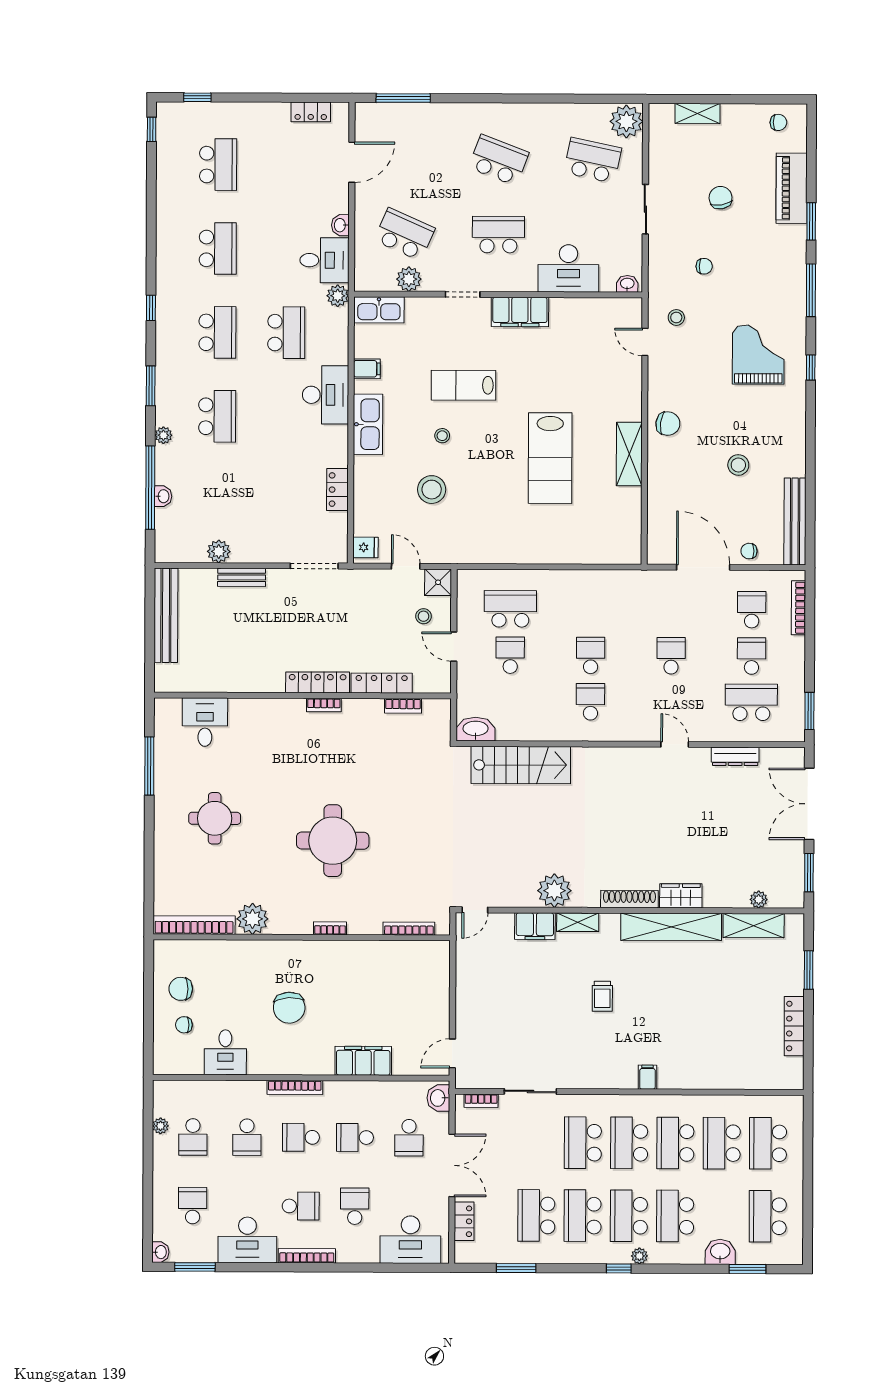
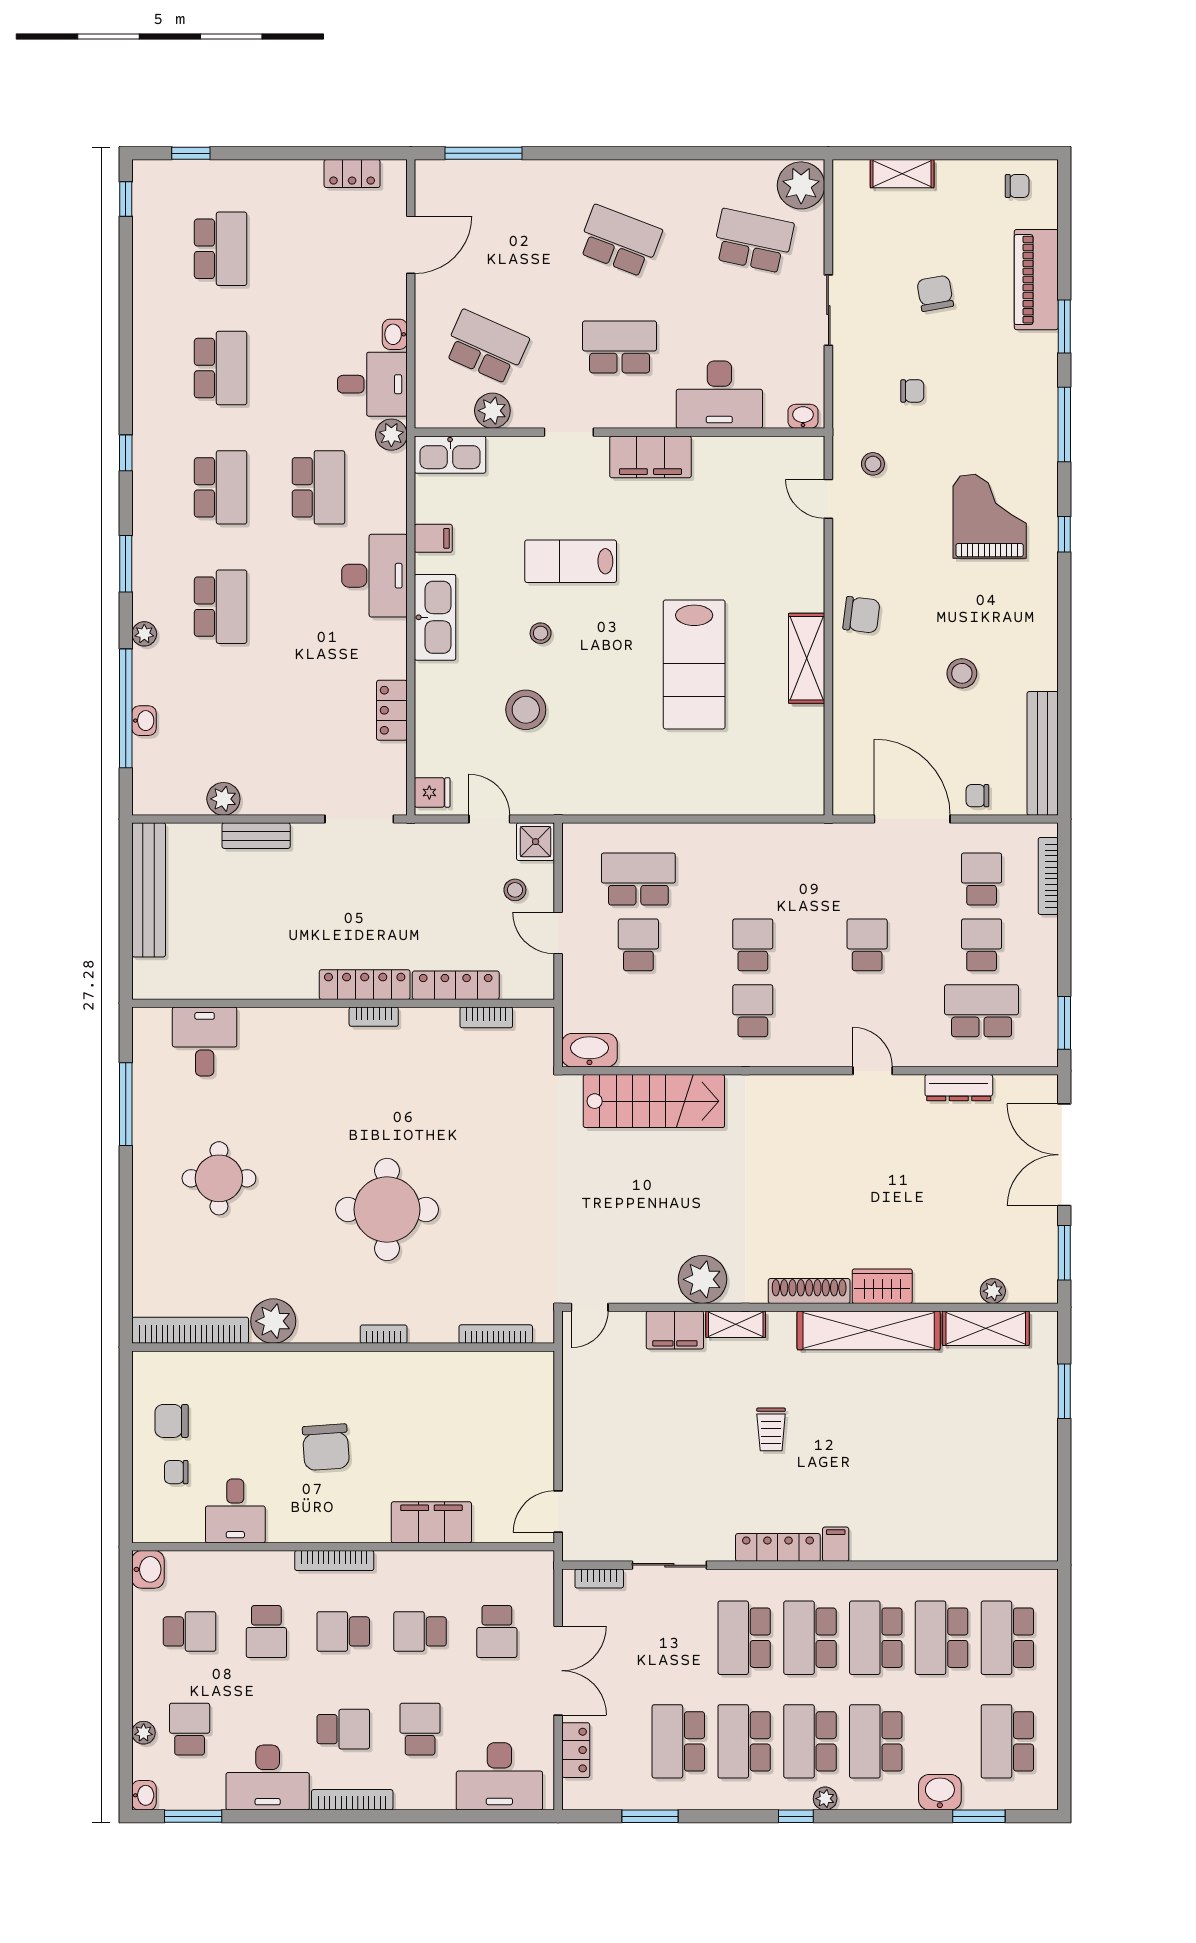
locker: (794, 1026) -> (778, 1547), moved, turned 90
washbasin: (438, 1098) -> (148, 1569), moved, turned 180
plant: (161, 1126) -> (144, 1733), moved
school desk: (193, 1137) -> (190, 1631), turned -90

